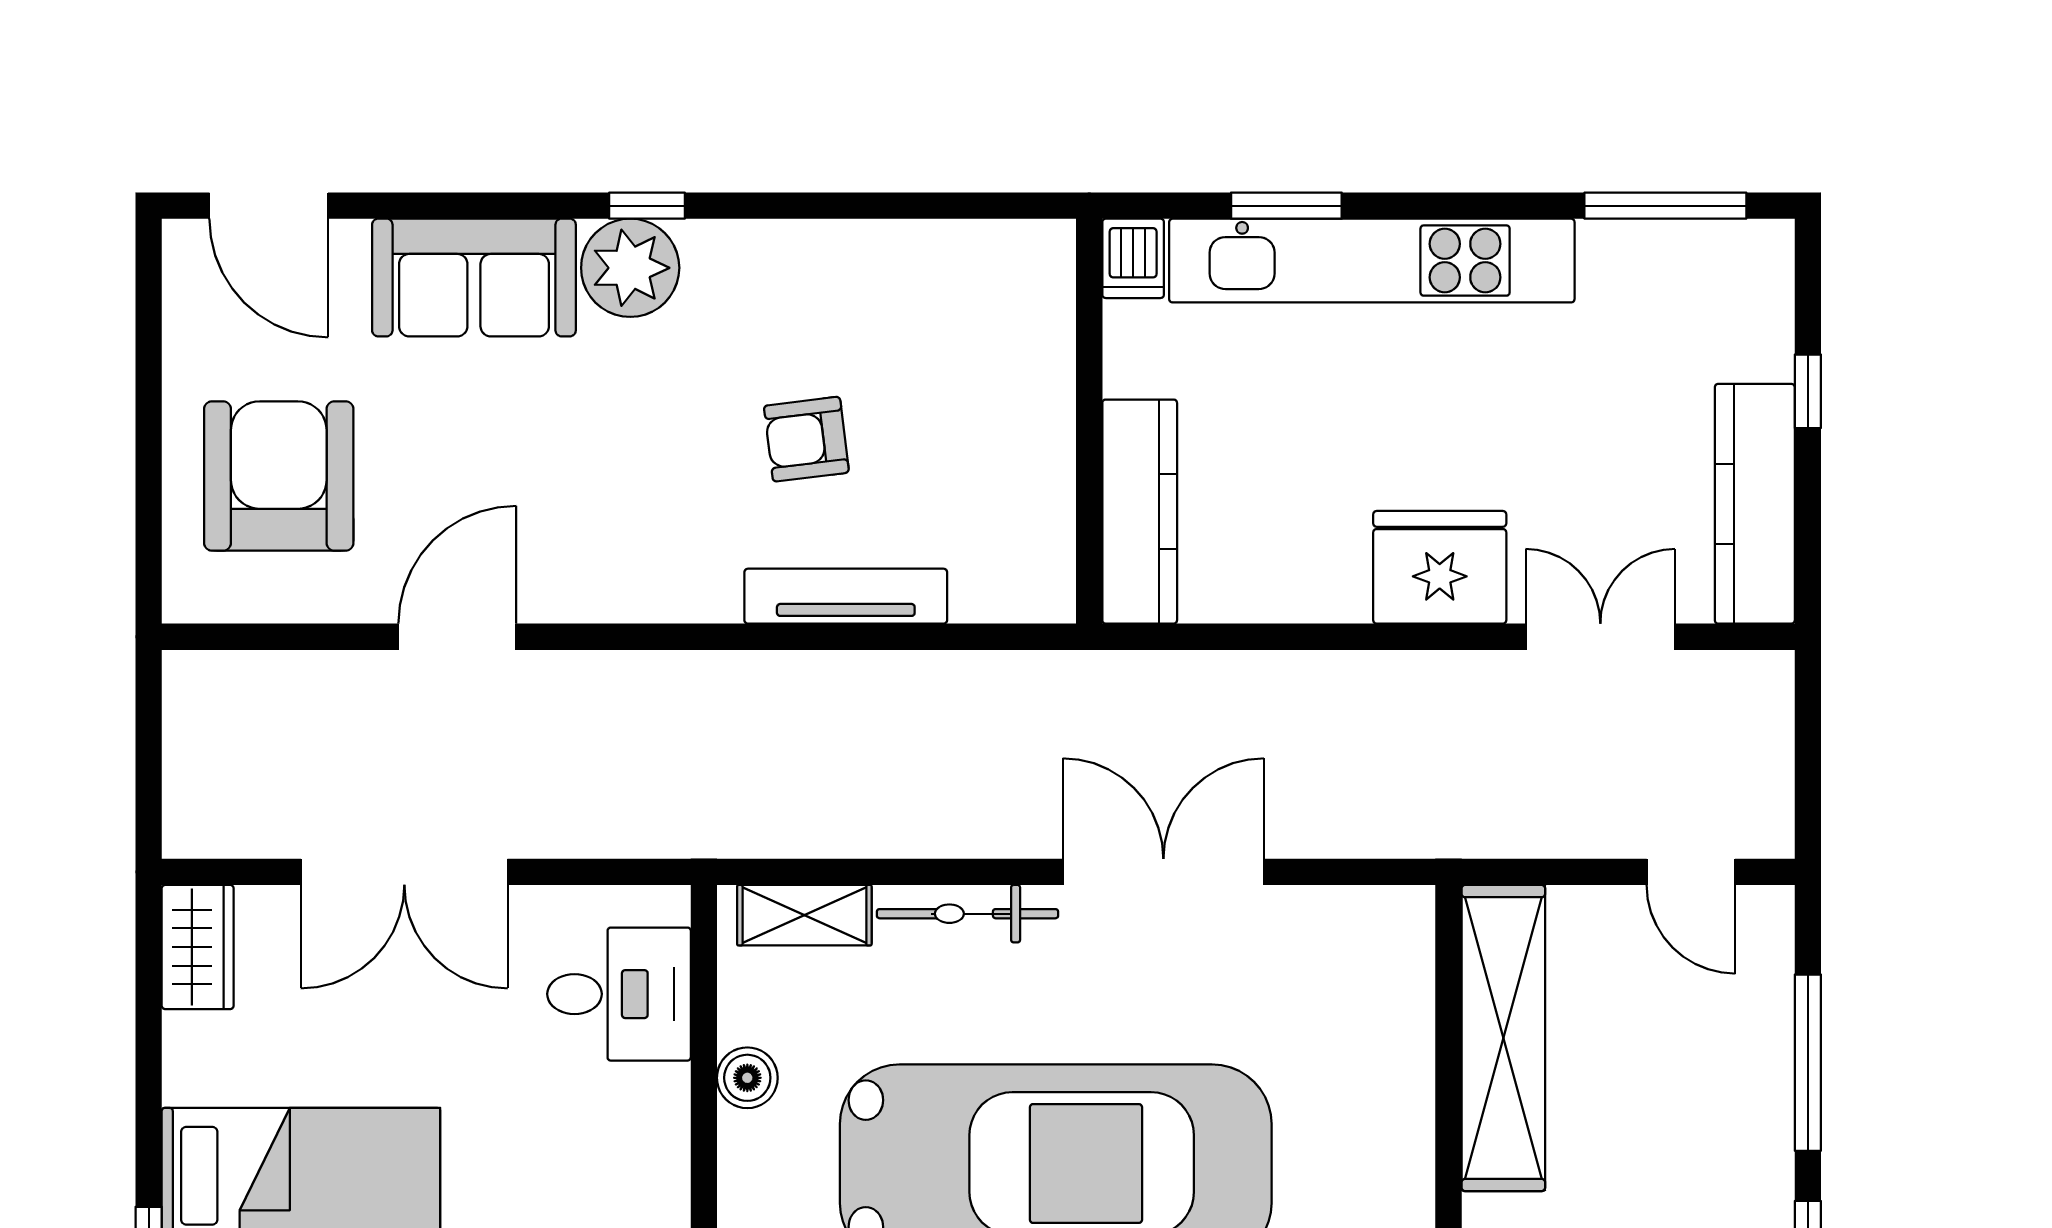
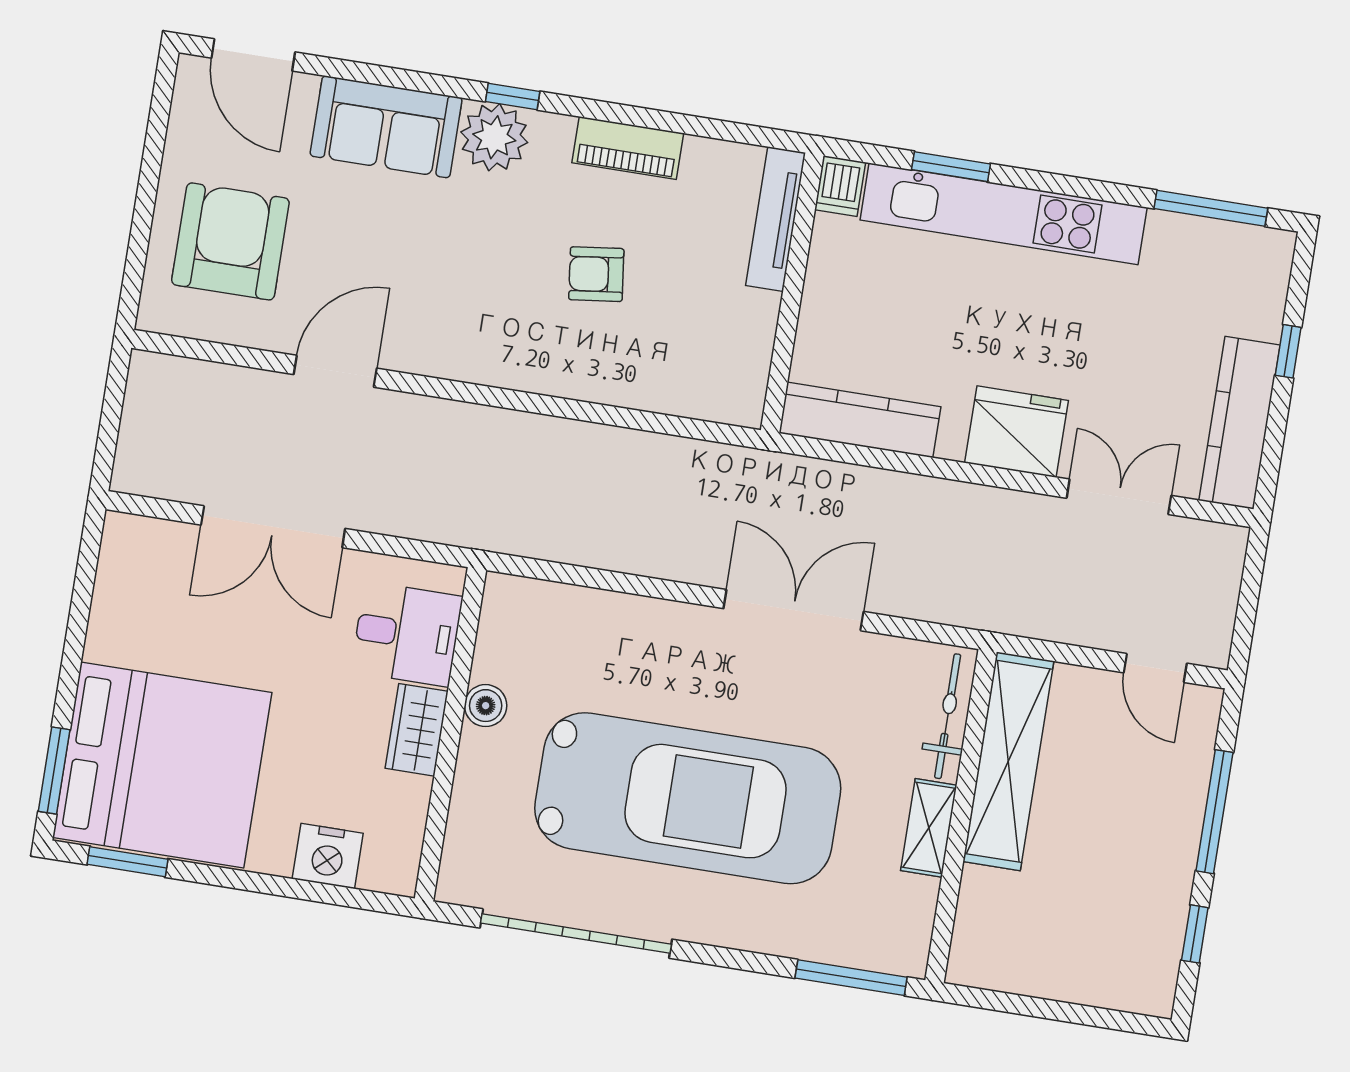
piano: (822, 253) -> (628, 148), added
kitchen counter: (1140, 512) -> (860, 420), moved, turned -90
tv unit: (846, 596) -> (776, 219), moved, turned -90
bicycle: (968, 914) -> (948, 716), moved, turned 90
shelving: (804, 915) -> (929, 828), moved, turned 90
wardrobe: (198, 947) -> (417, 730), moved, turned 180

